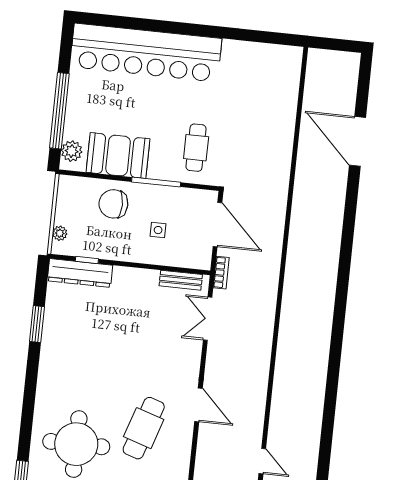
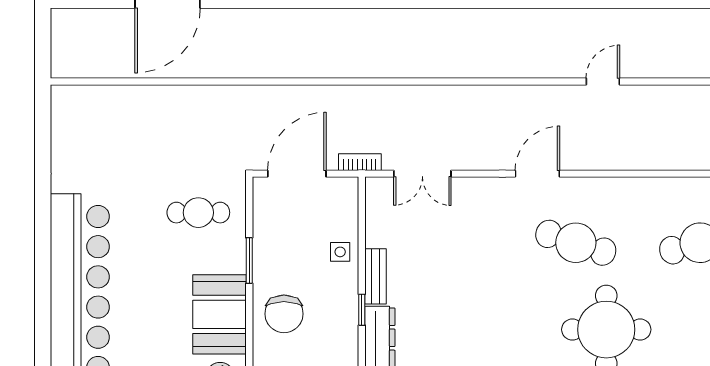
window: (156, 182) -> (249, 260), width x0.69
side table: (158, 230) -> (340, 252), moved
window: (87, 260) -> (362, 310), moved
bench: (181, 280) -> (375, 276), moved

